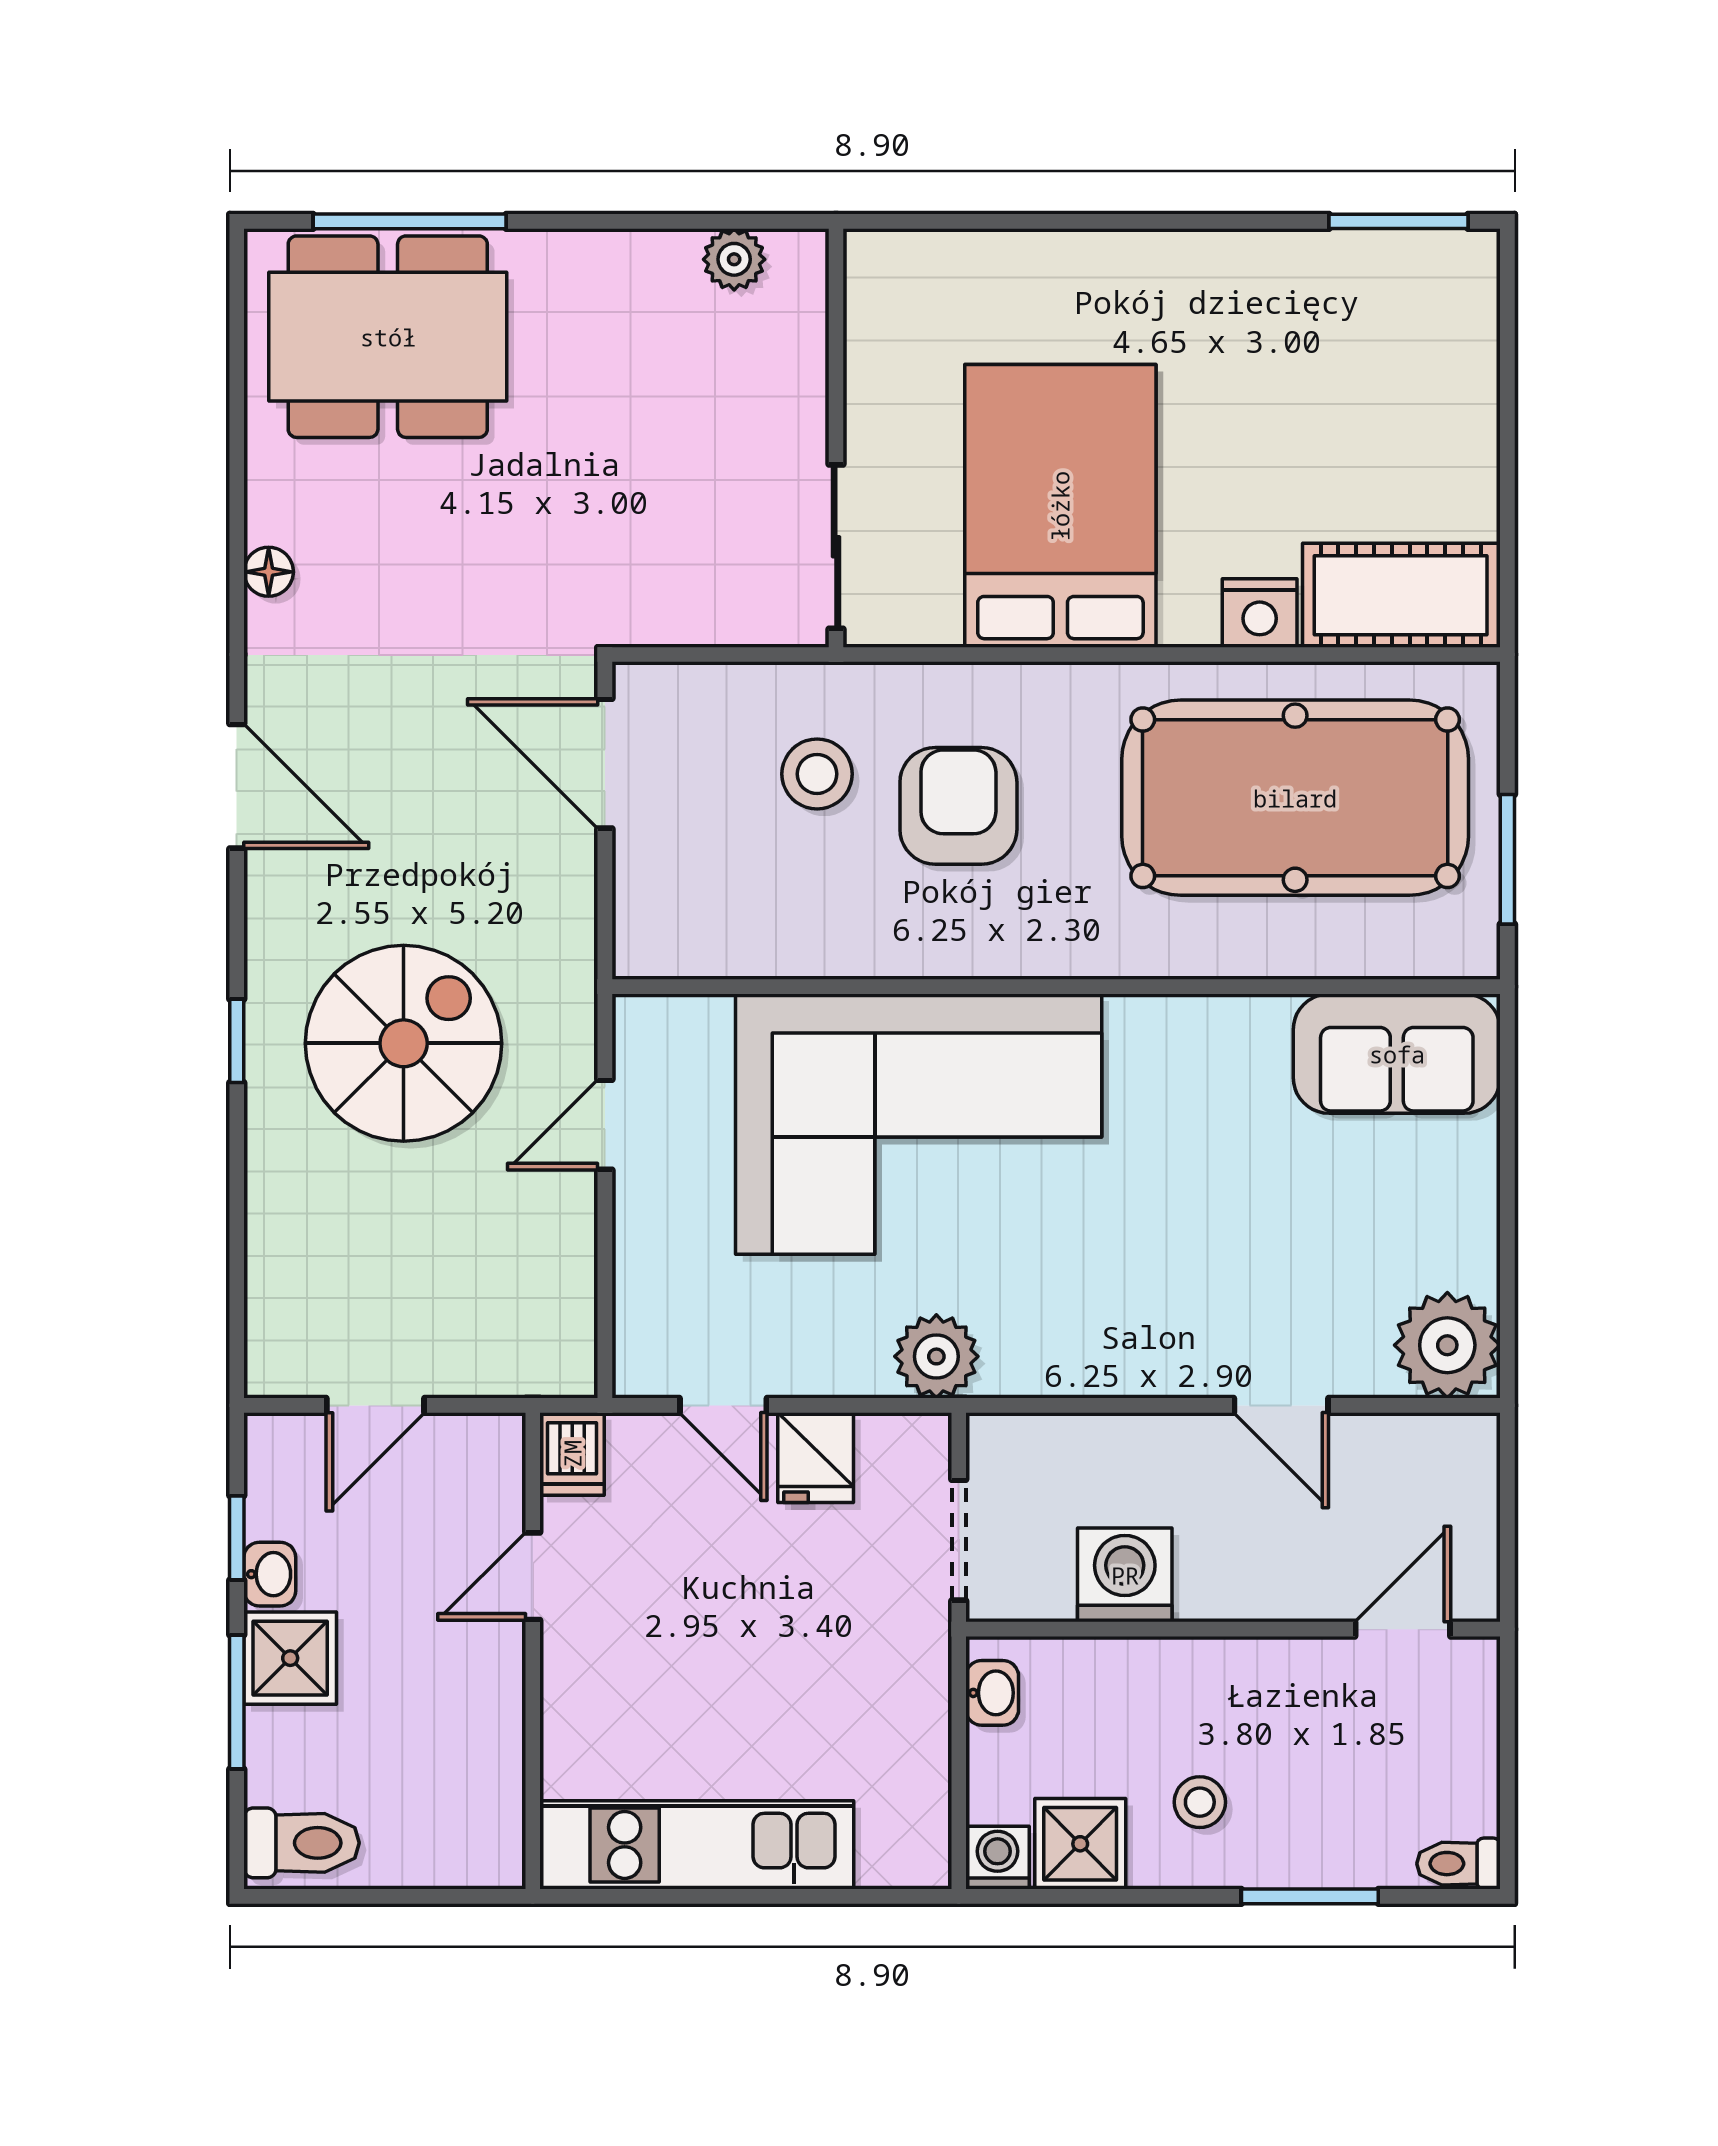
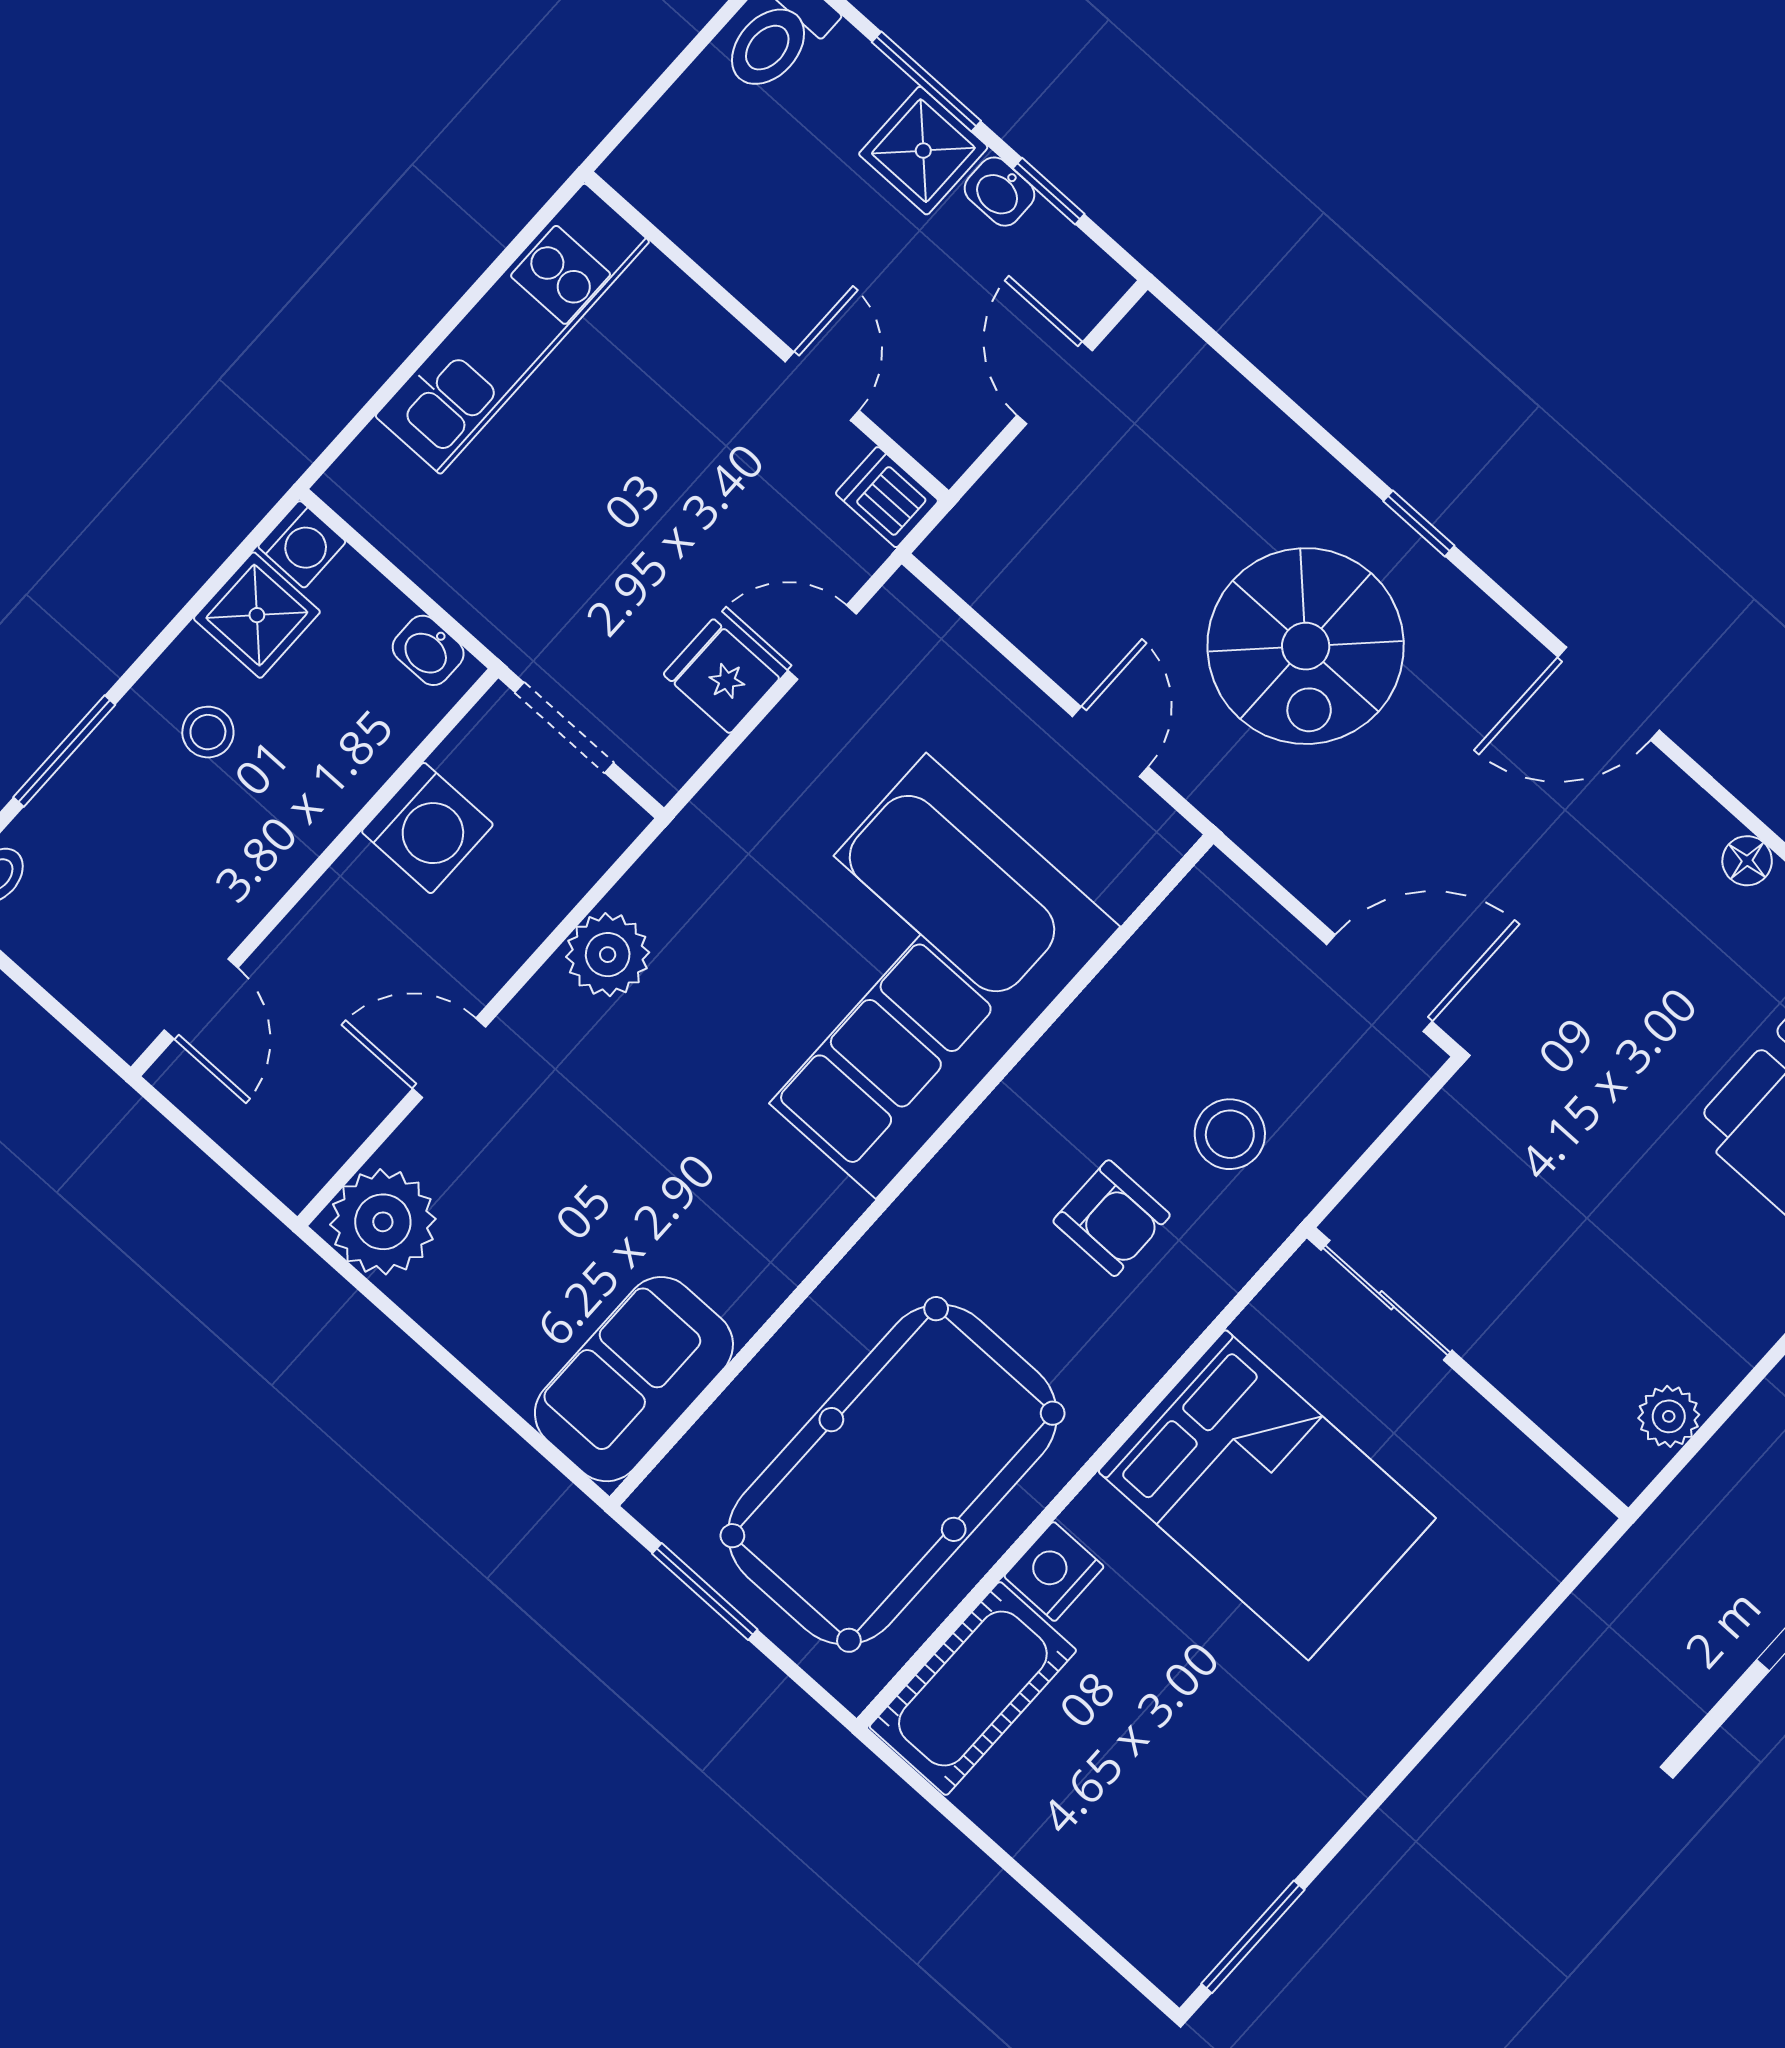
armchair: (958, 806) -> (1112, 1218), width x0.72, depth x0.72
plant: (936, 1356) -> (608, 955), moved

